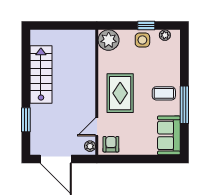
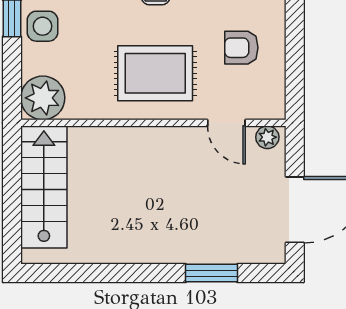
stairs: (41, 74) -> (44, 187), moved, turned 90
armchair: (111, 144) -> (241, 48), moved

